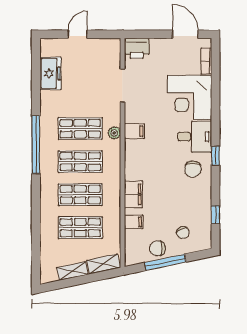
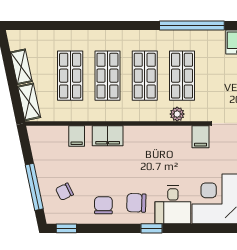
filing cabinet: (134, 131) -> (201, 137), moved
window: (36, 145) -> (192, 26), moved
window: (215, 215) -> (66, 228), moved
chair: (157, 248) -> (103, 205), moved
window: (165, 262) -> (34, 187), moved

